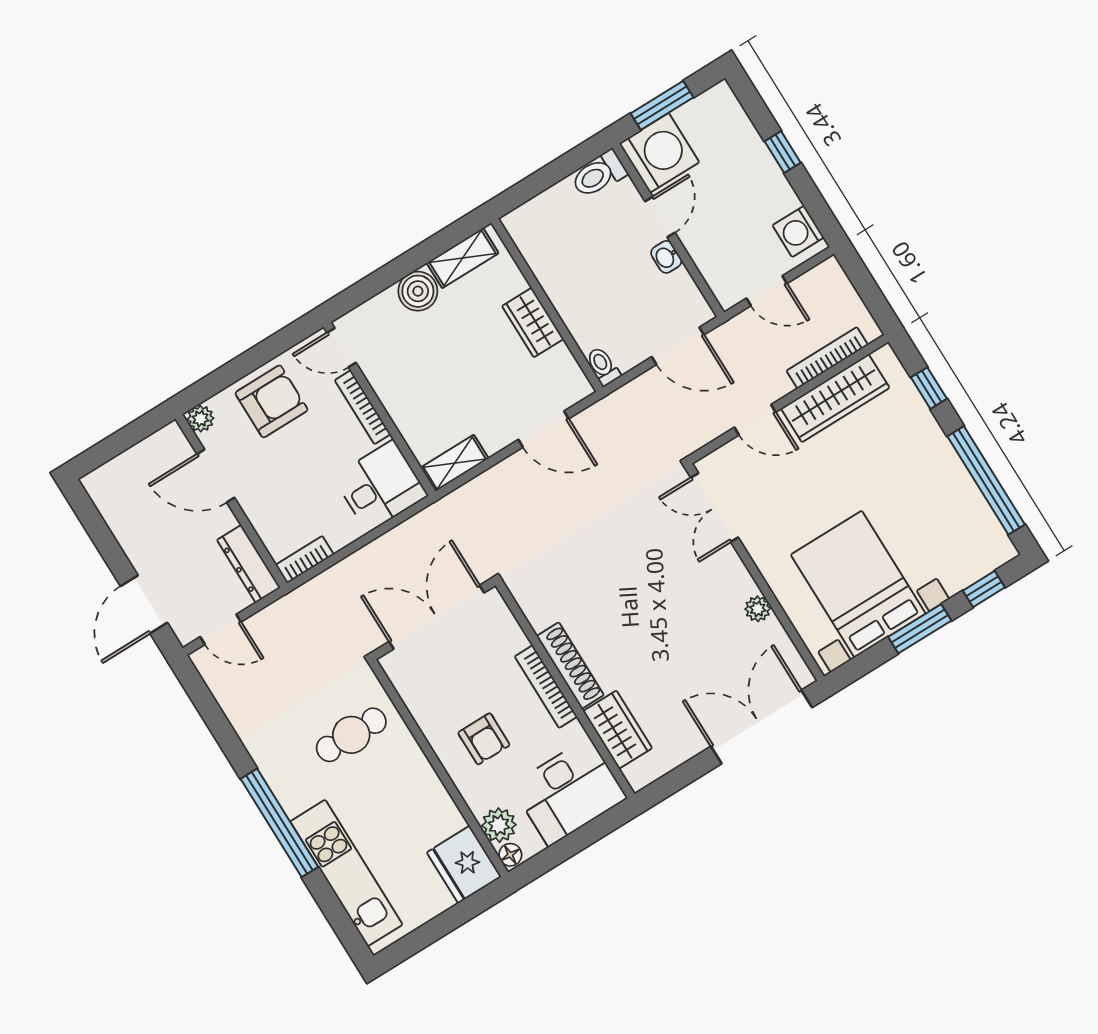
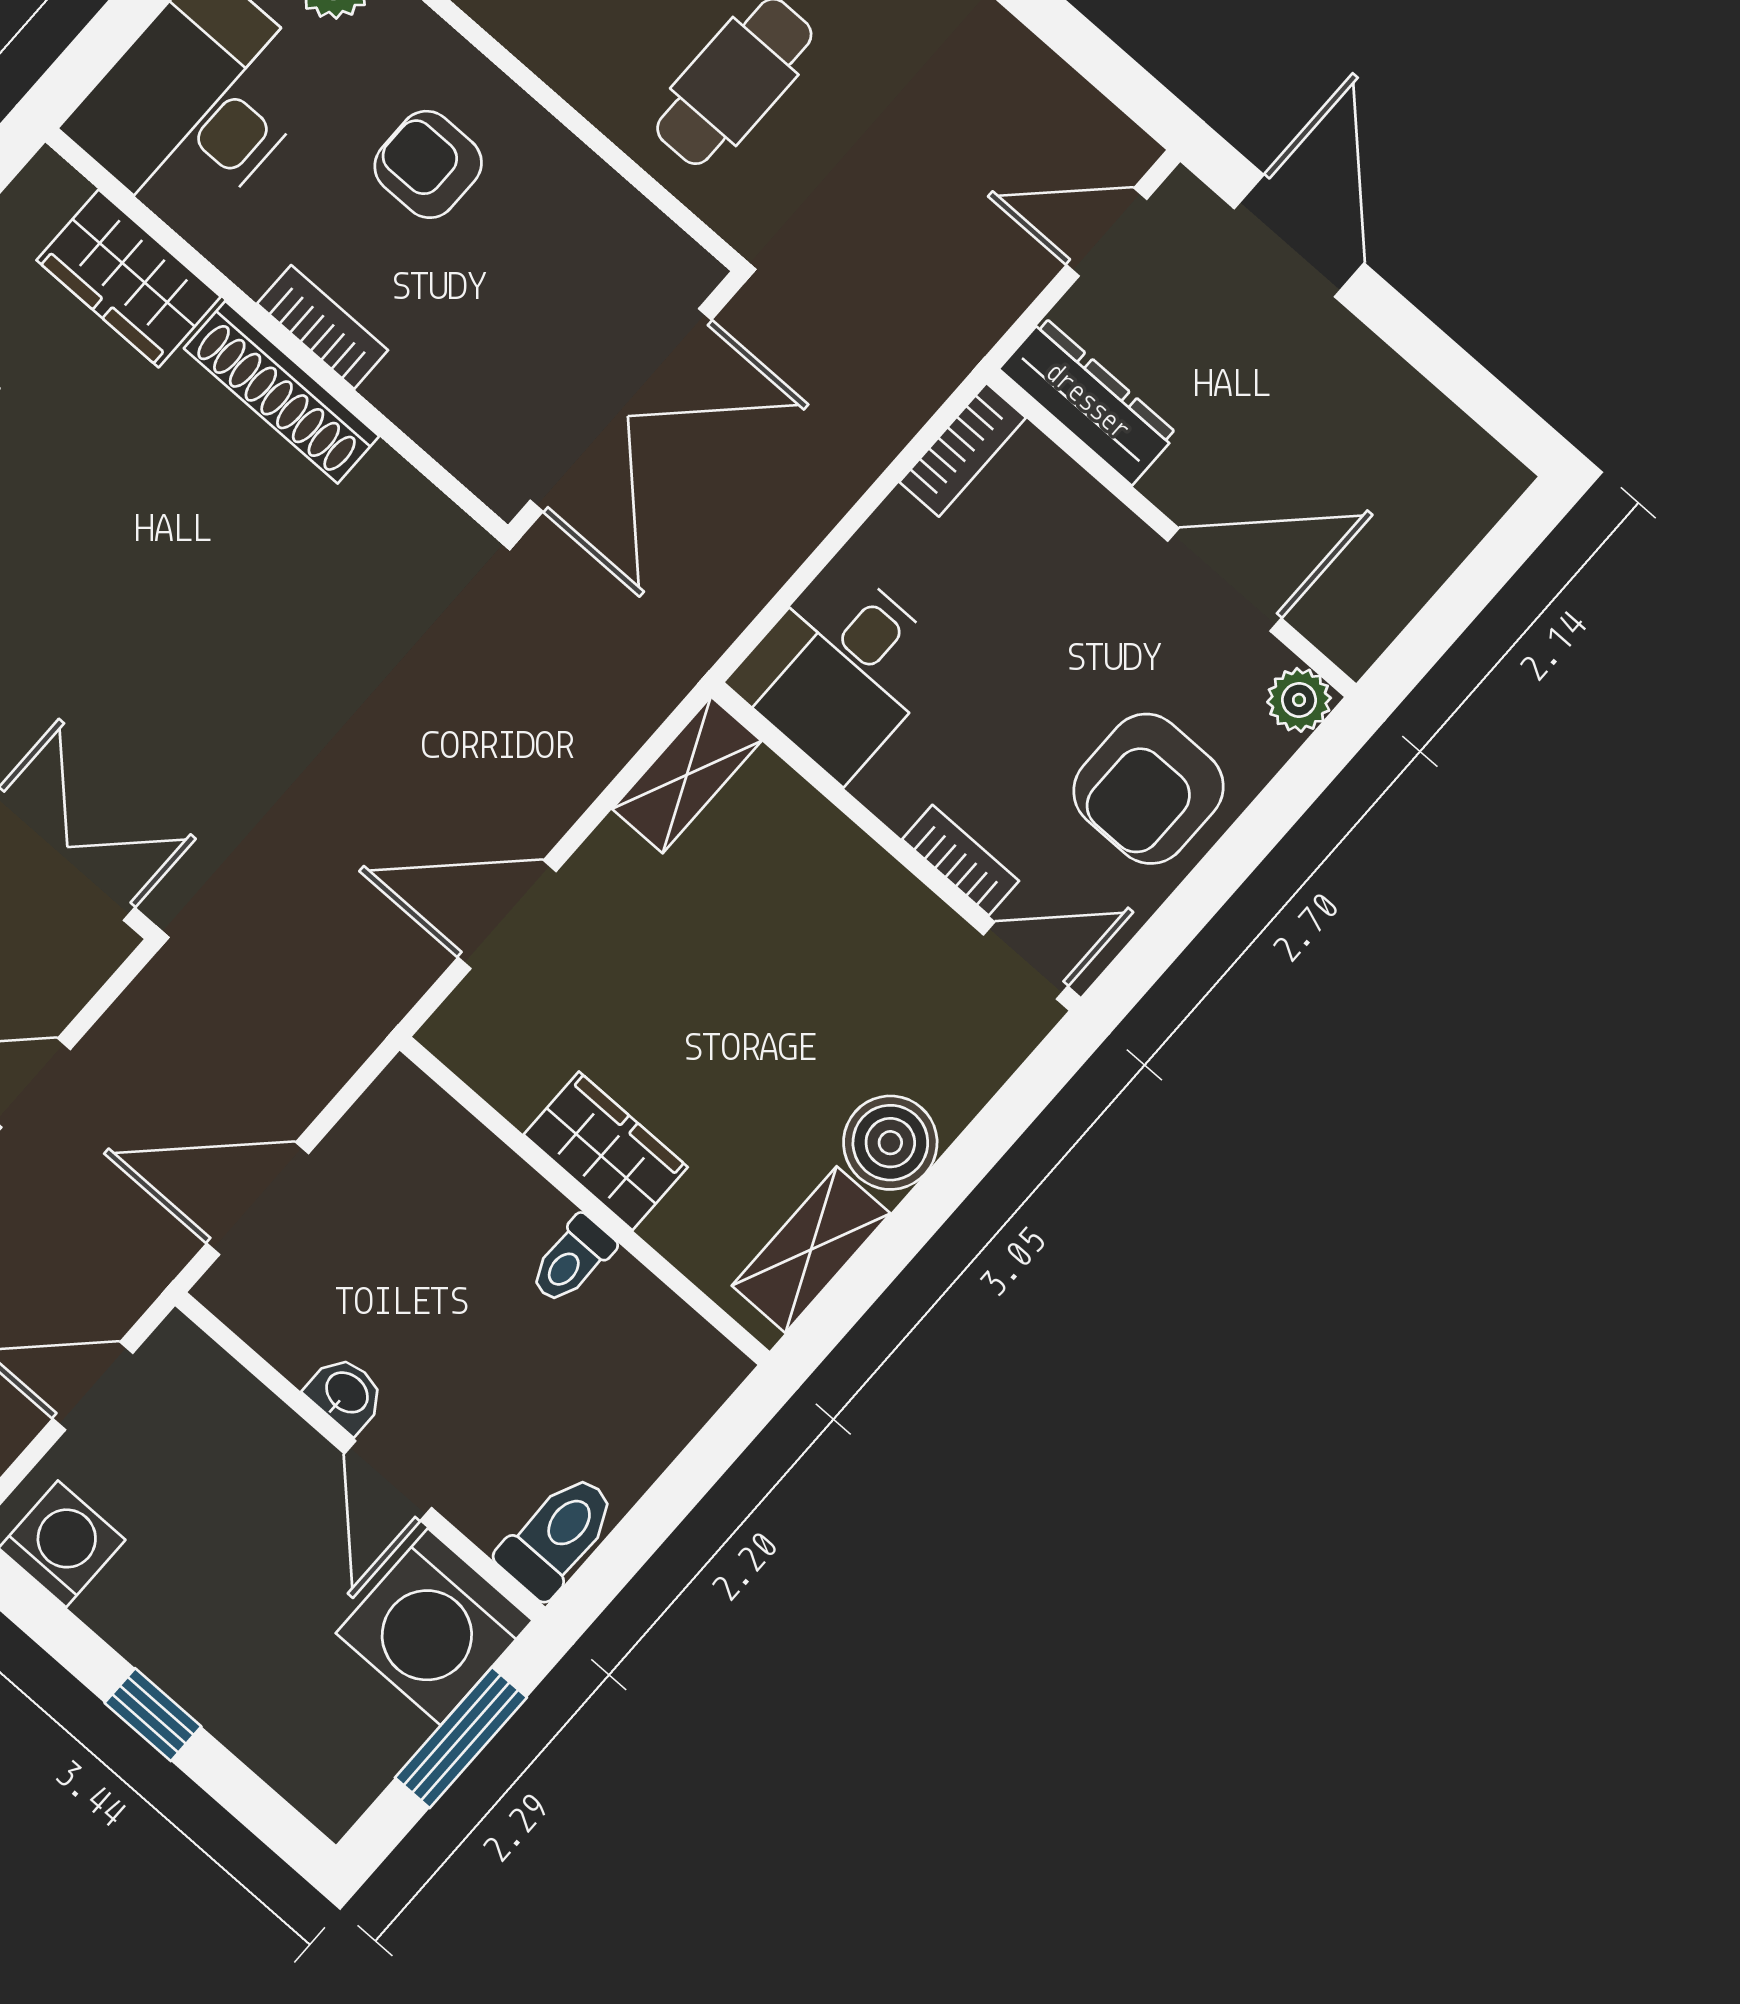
toilet: (603, 366) -> (572, 1260), moved, turned 90
bookcase: (363, 407) -> (961, 860), width x0.64
bookcase: (546, 687) -> (323, 327), width x0.64

